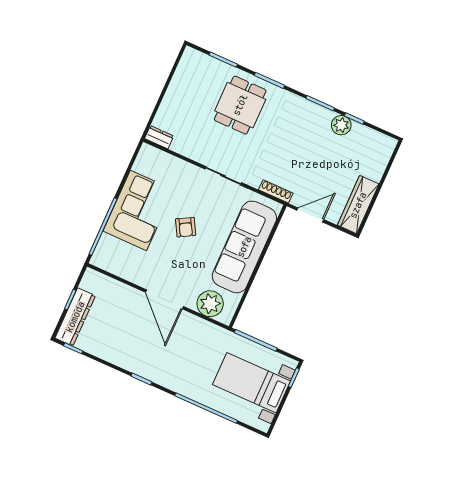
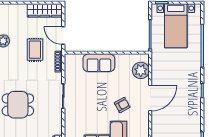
rug: (308, 165) -> (35, 50), added
armchair: (186, 227) -> (122, 105), moved
sofa: (244, 247) -> (99, 63), width x0.54, depth x0.79

